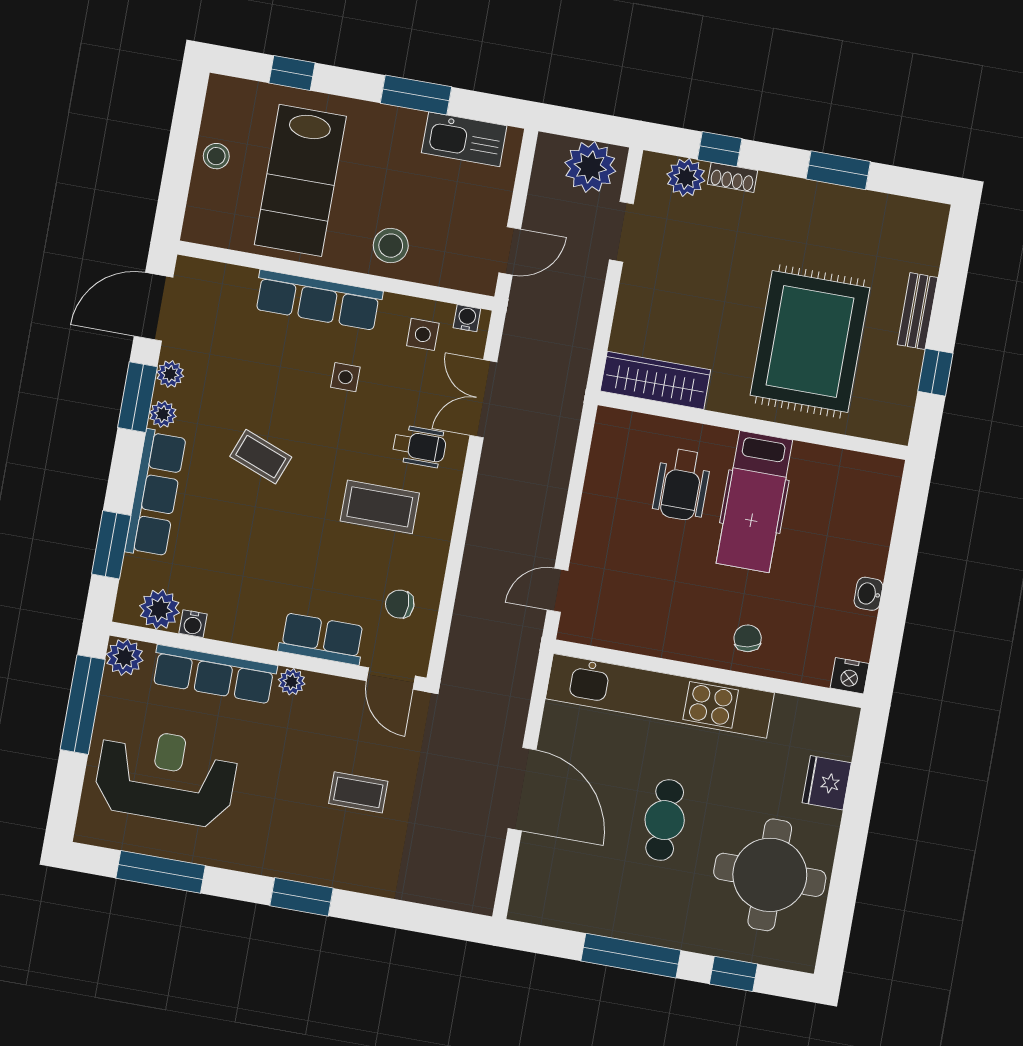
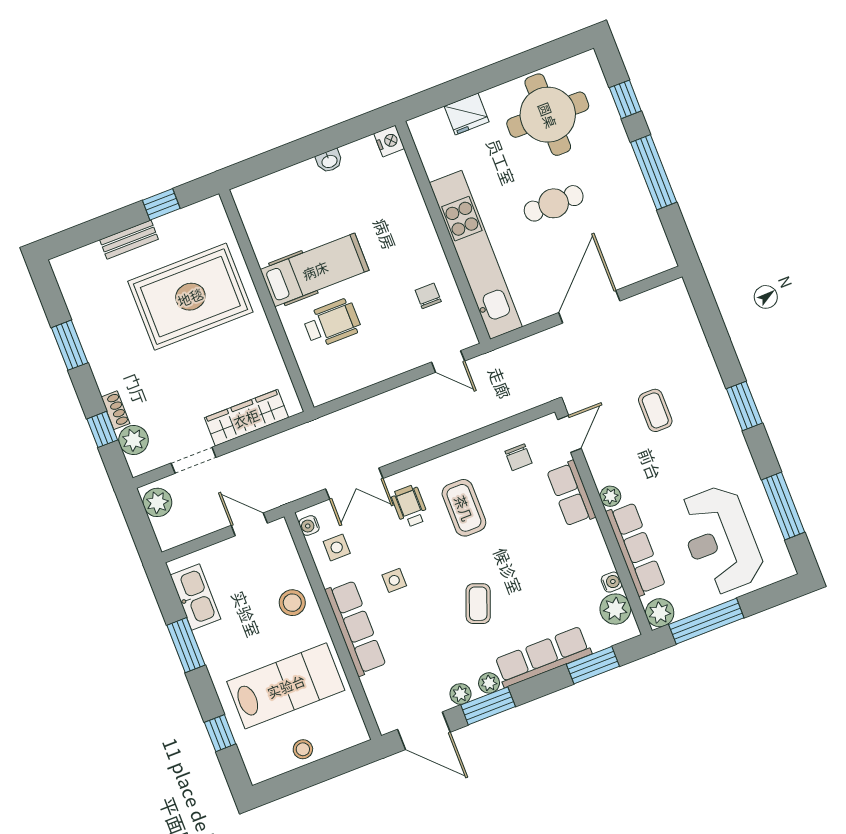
plant: (590, 167) -> (157, 502), width x0.73, depth x0.73
wardrobe: (655, 380) -> (246, 418), moved, turned 90
chair: (748, 638) -> (428, 296), moved, turned 102

